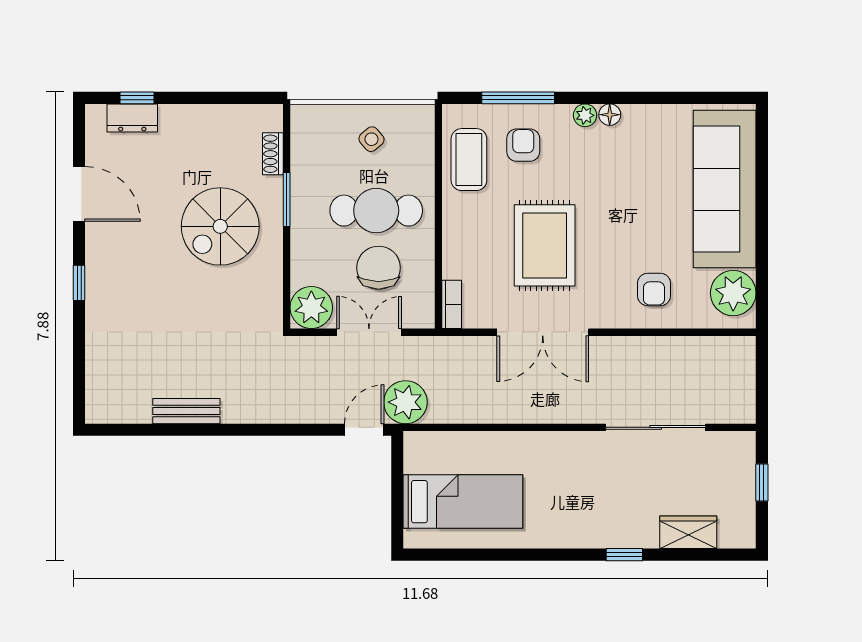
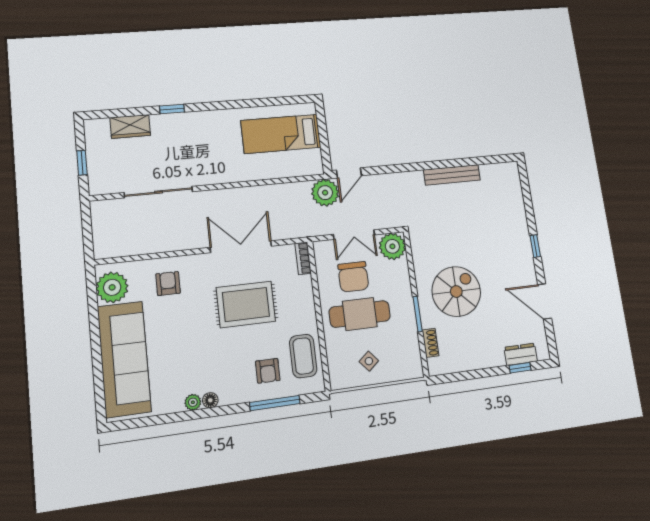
plant: (585, 115) -> (193, 402), moved
rug: (545, 245) -> (246, 304), turned 90
bench: (186, 411) -> (452, 175), width x1.36

